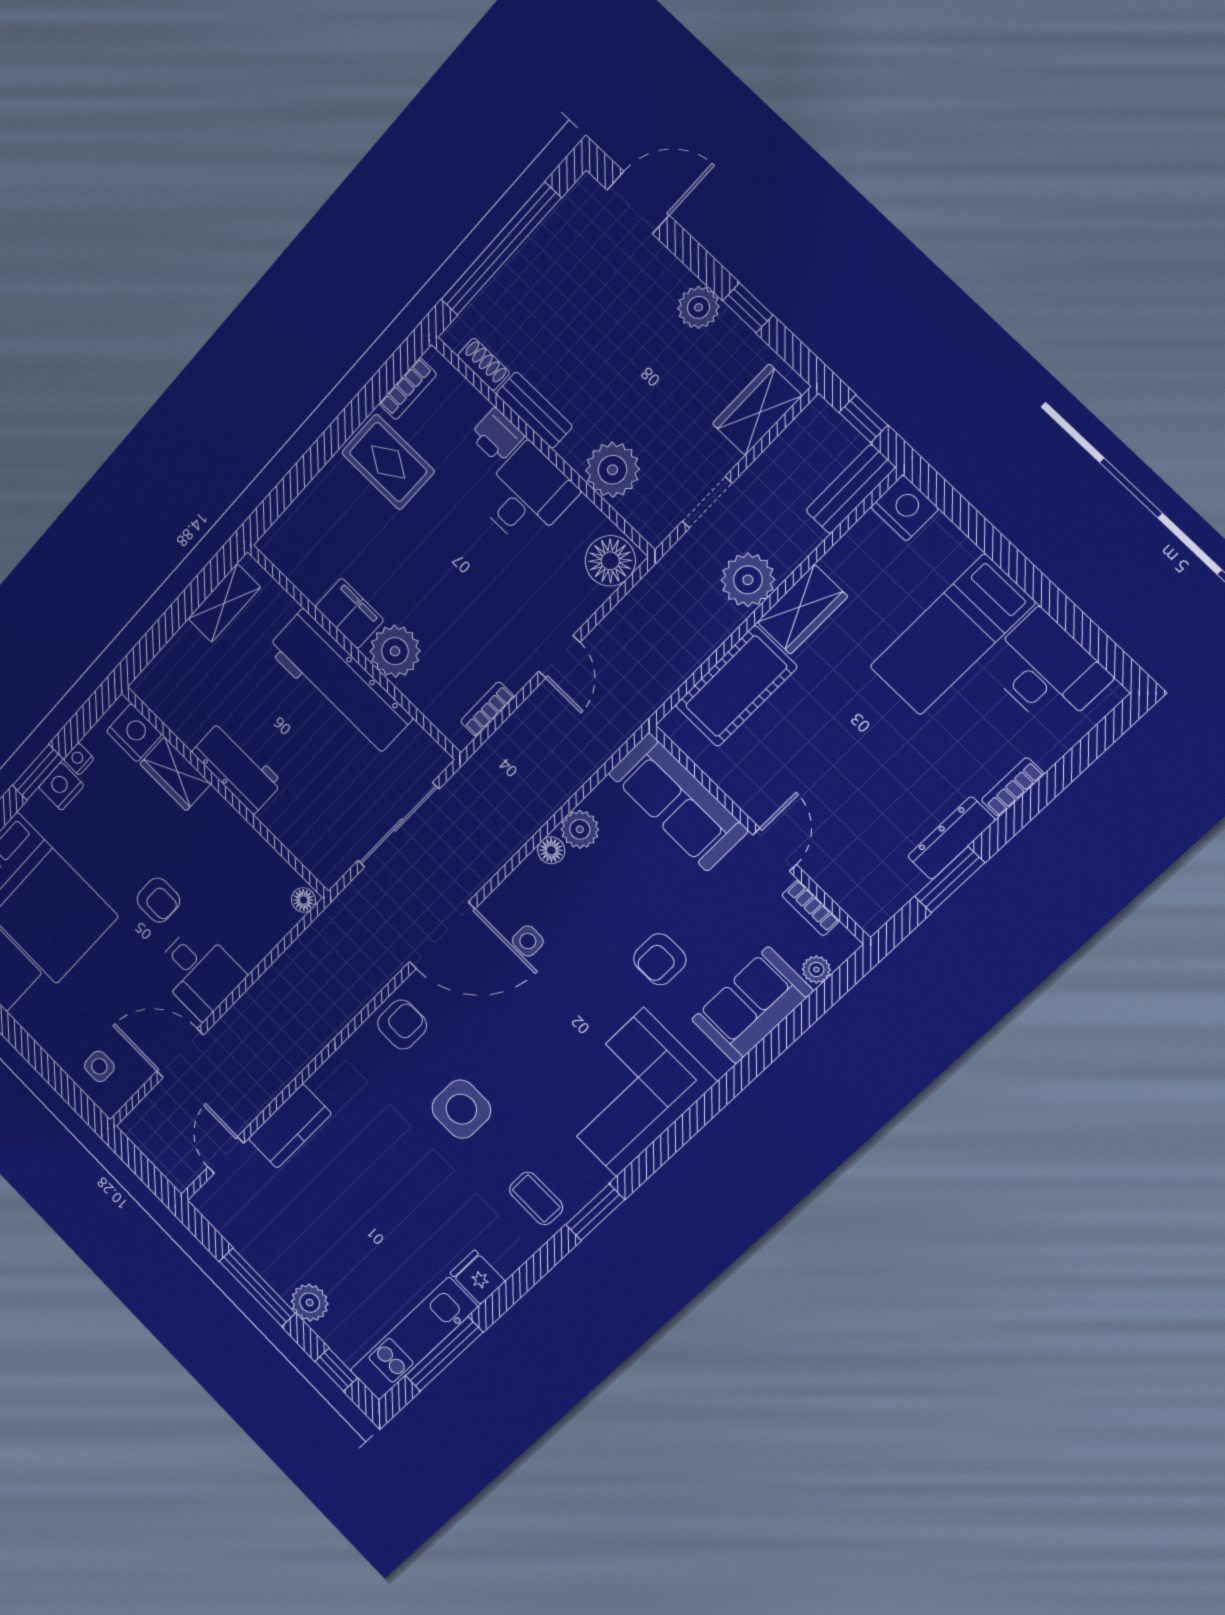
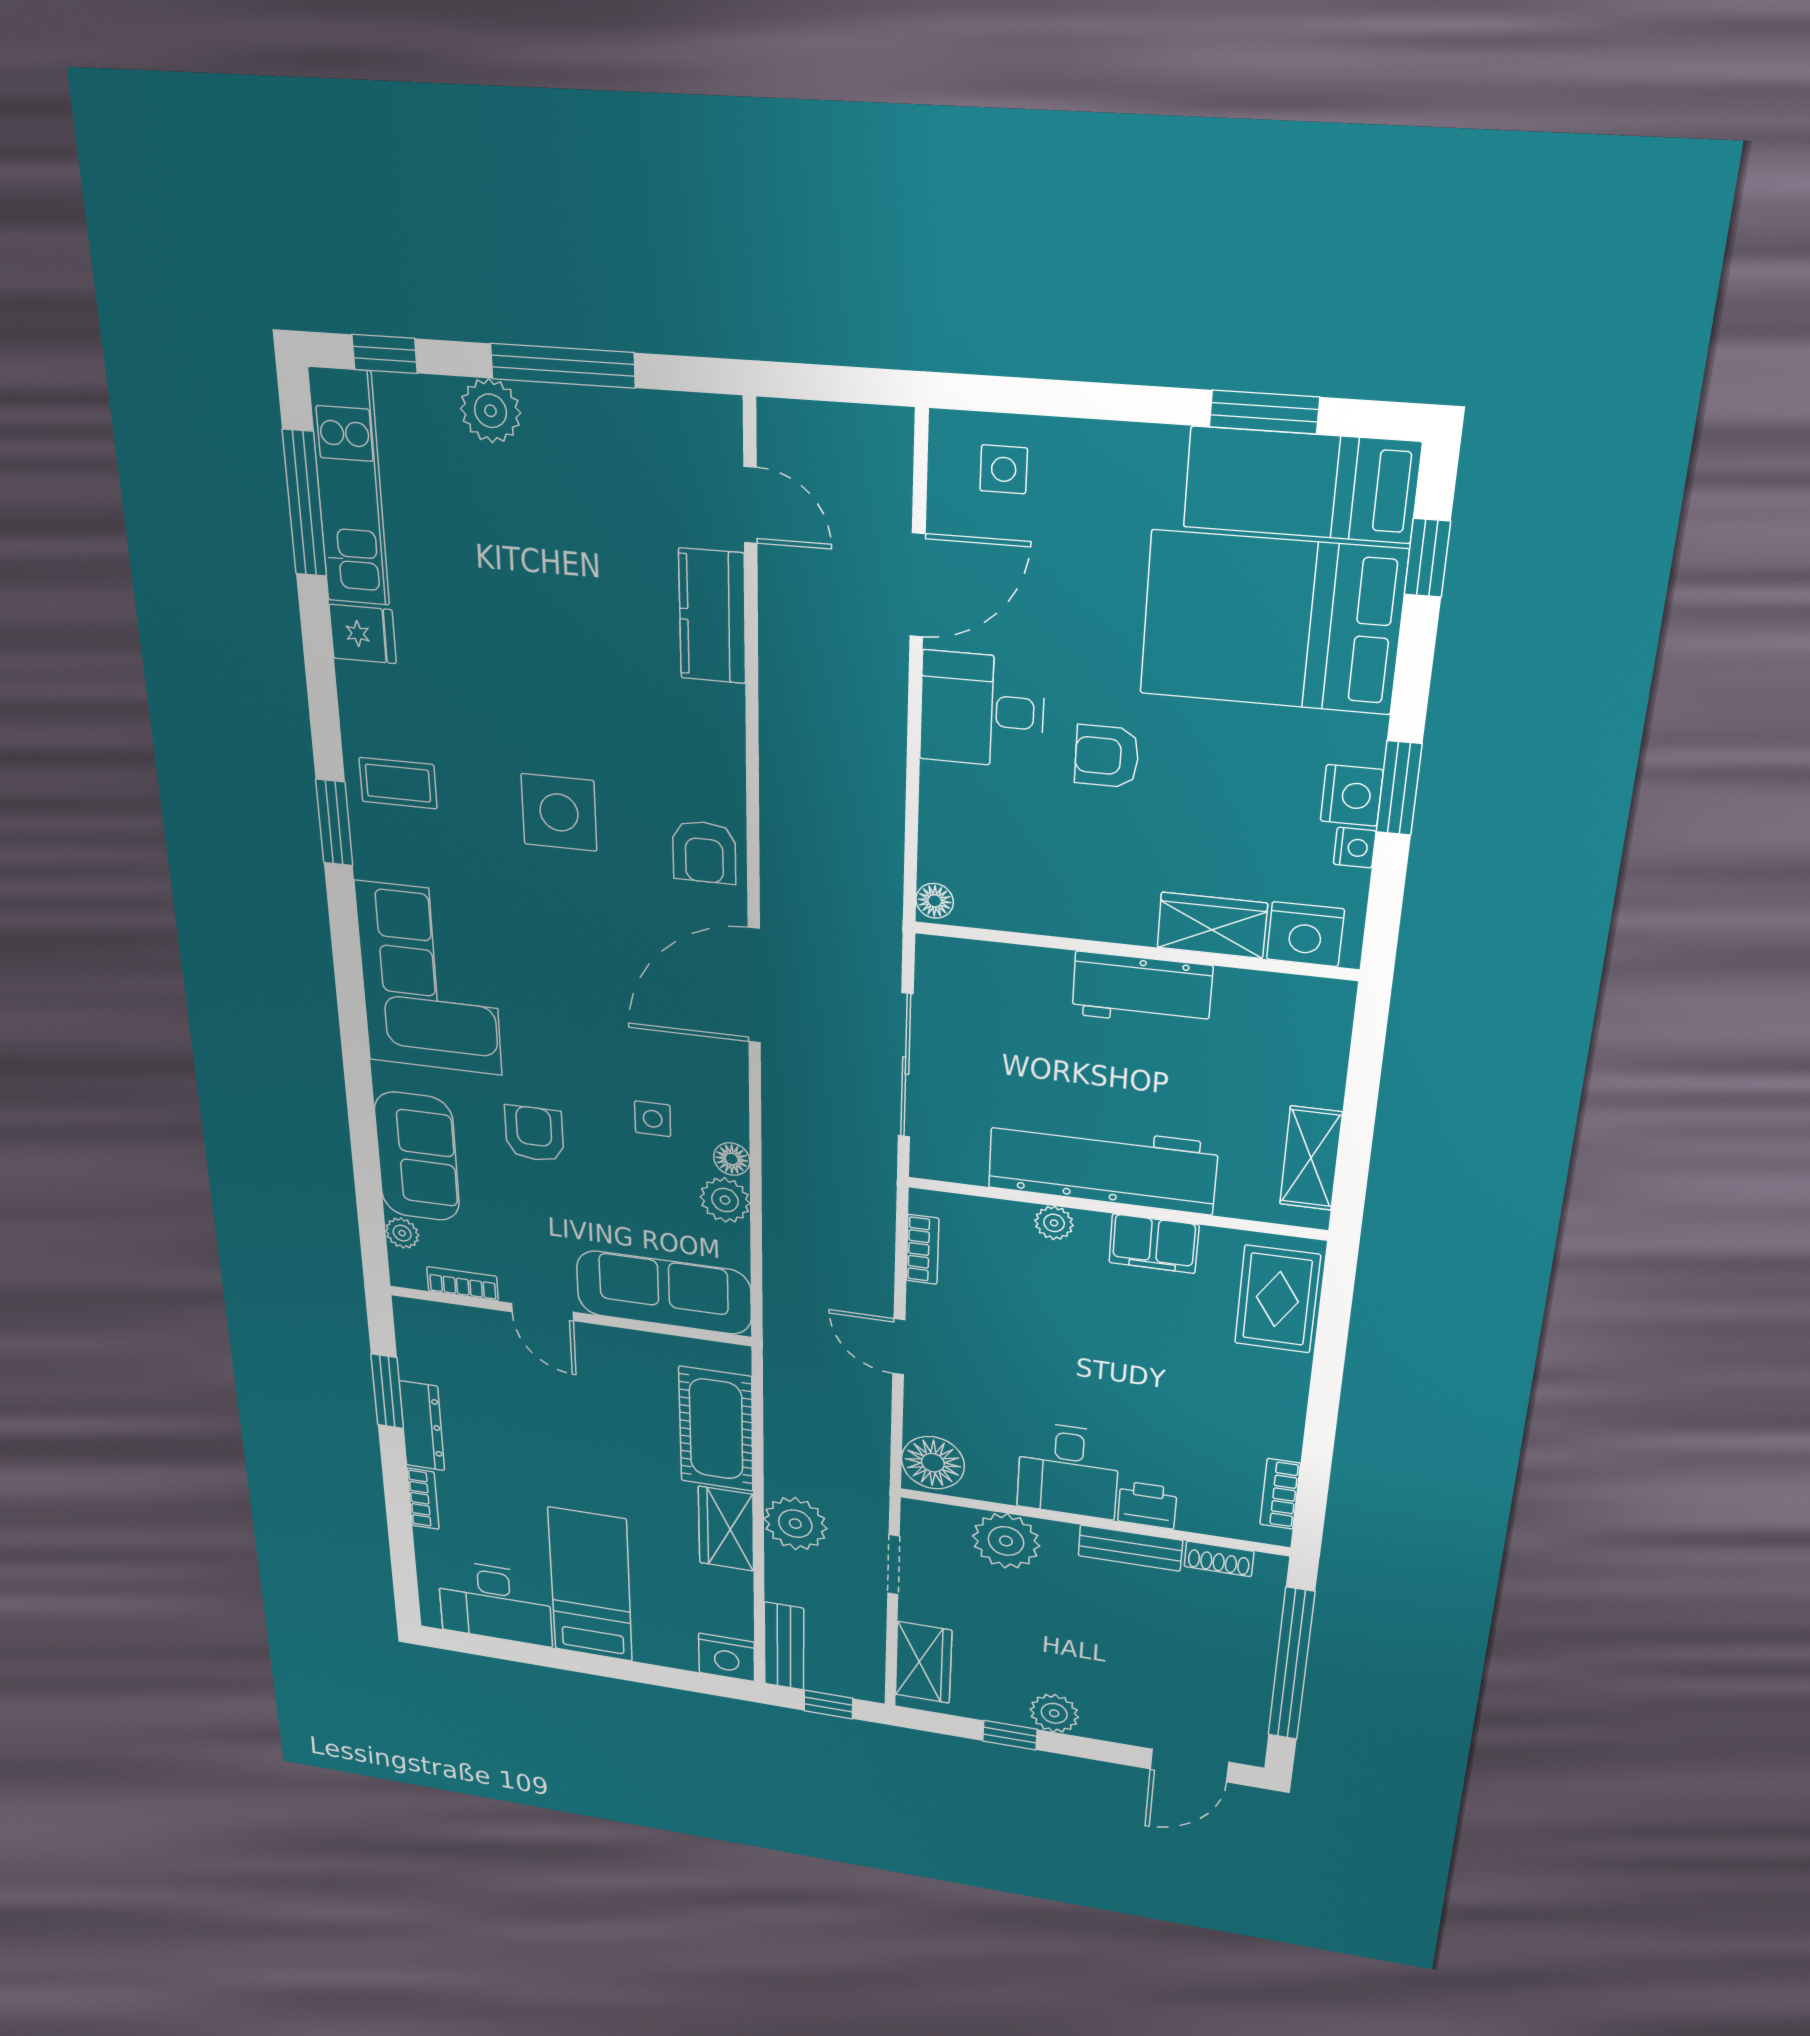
rug: (388, 462) -> (1277, 1299), moved, turned 90
plant: (395, 651) -> (1054, 1223), width x0.53, depth x0.53
side table: (528, 941) -> (653, 1119), moved

